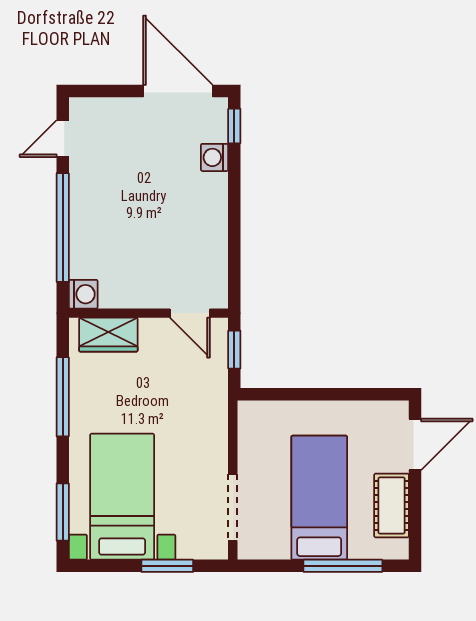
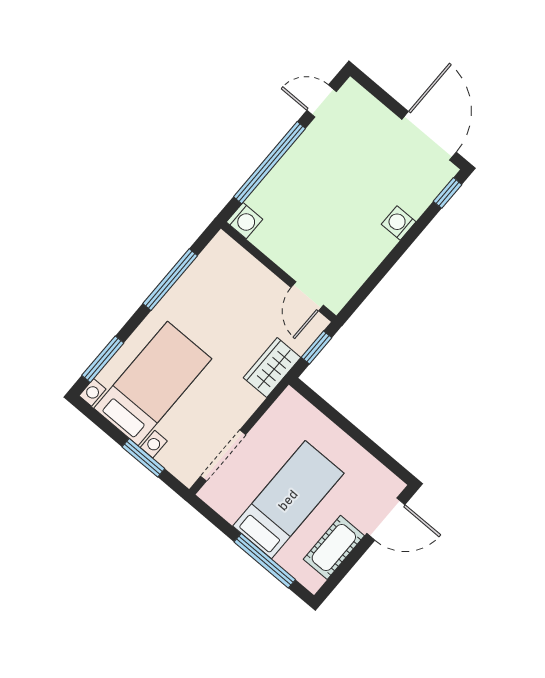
washing machine: (215, 157) -> (399, 223), moved
wardrobe: (108, 335) -> (272, 368), moved, turned 90

